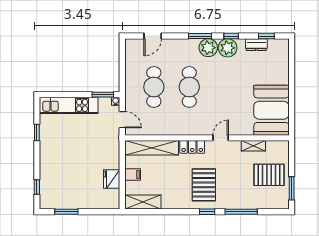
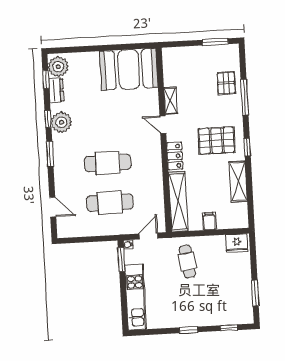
plant: (208, 48) -> (58, 67), moved
window: (37, 132) -> (189, 330), moved
shelving: (253, 146) -> (171, 101), moved
cafe table: (98, 153) -> (187, 262), added
pallet: (269, 175) -> (226, 83), moved, width x0.67, depth x0.71
fridge: (112, 179) -> (237, 243), moved
shelving: (143, 202) -> (238, 182), moved
window: (207, 212) -> (247, 147), moved

